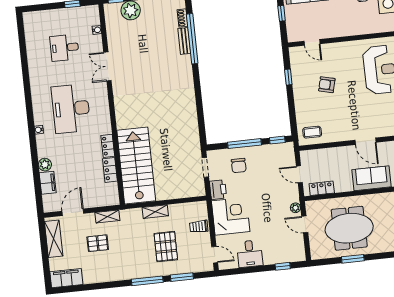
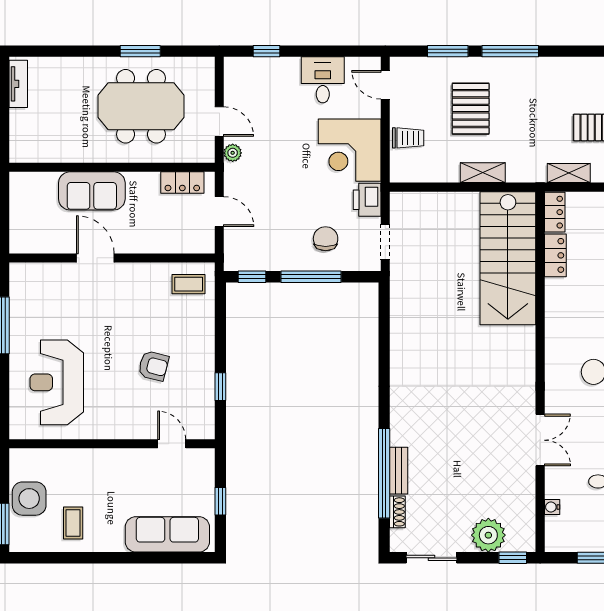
locker: (108, 146) -> (555, 212), moved

